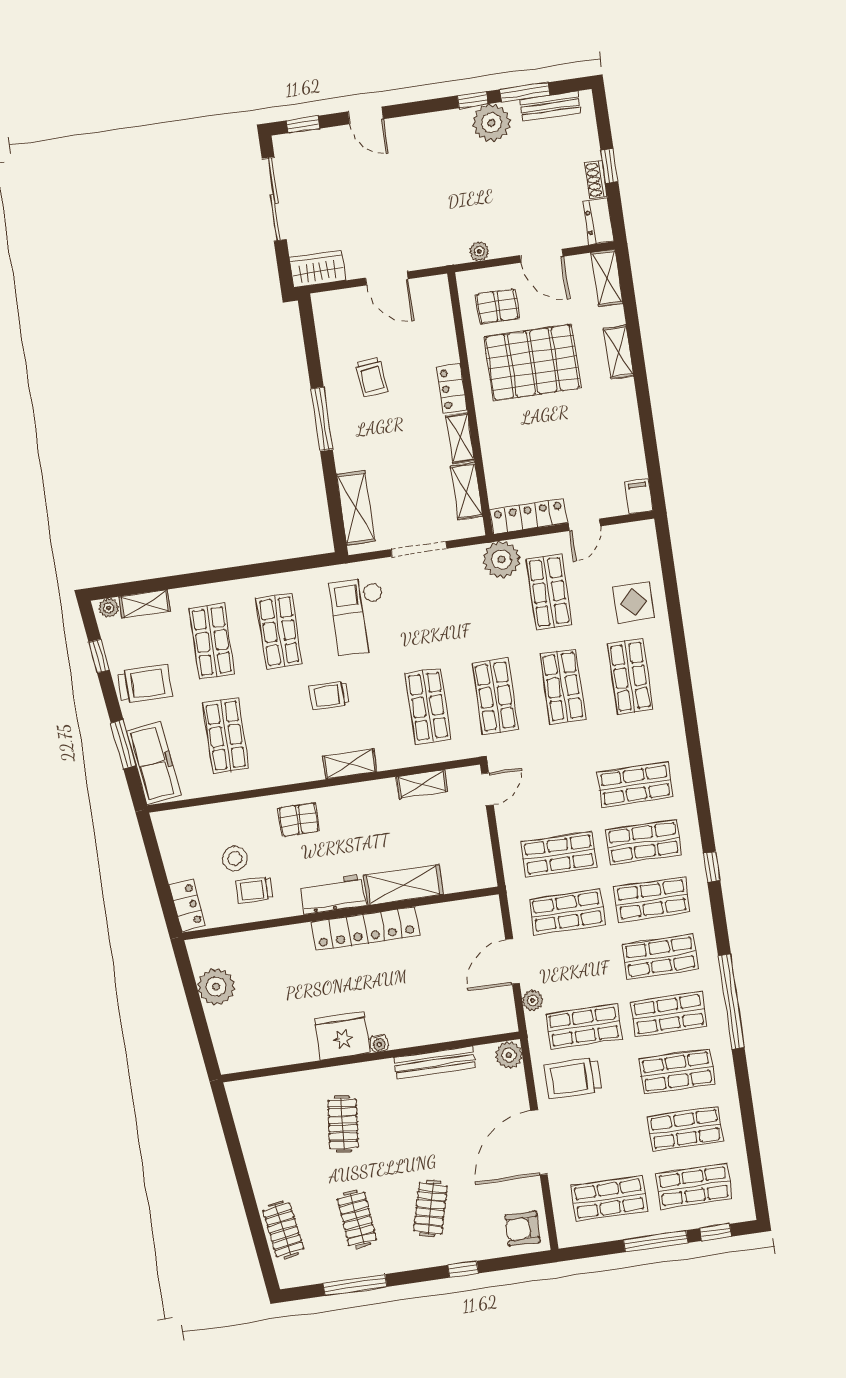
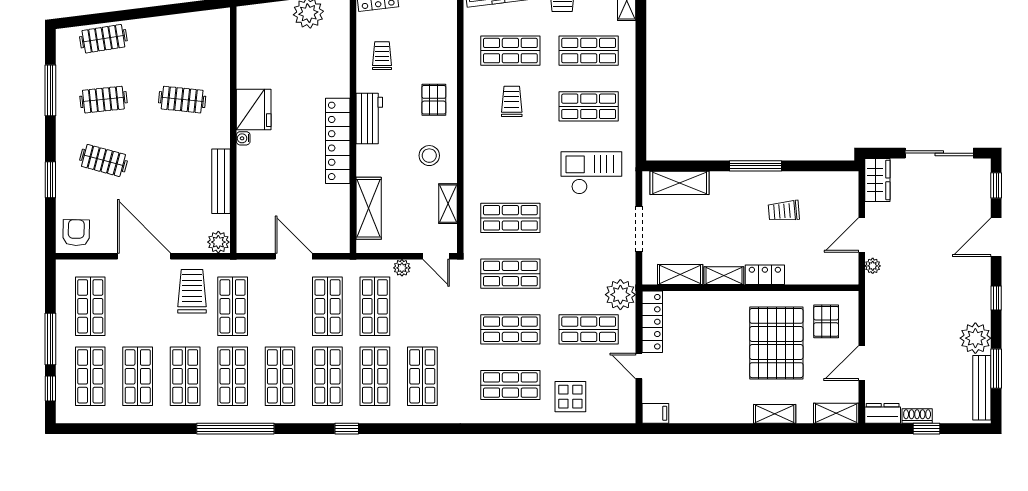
window: (473, 100) -> (996, 298), moved
bench: (550, 106) -> (982, 388), width x1.36
door: (366, 115) -> (996, 237), width x1.37
plant: (479, 251) -> (873, 266), moved
trolley: (329, 696) -> (512, 101), moved
shelving: (350, 764) -> (473, 148), removed
stool: (235, 858) -> (429, 156), moved
shelving: (403, 885) -> (369, 208), moved
plant: (533, 1000) -> (402, 268), moved
window: (463, 1269) -> (50, 180), width x1.50

